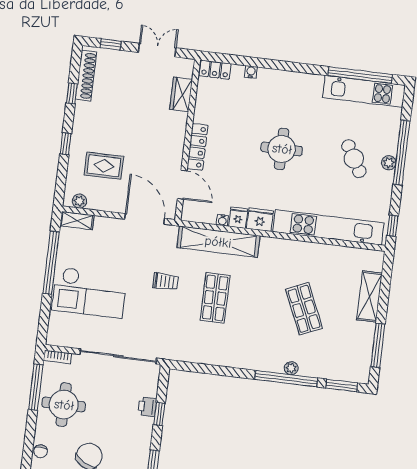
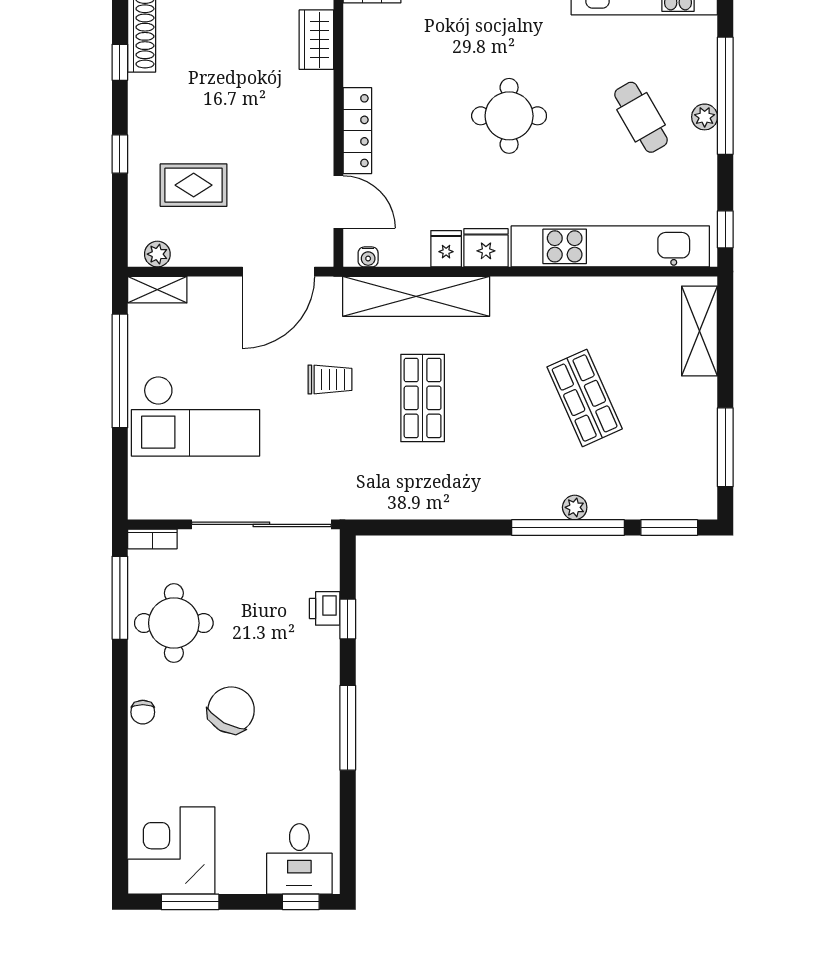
door: (145, 219) -> (279, 272), swing flipped
water cooler: (222, 220) -> (368, 257), moved
shelving: (370, 296) -> (700, 331), moved

